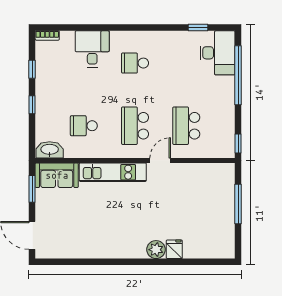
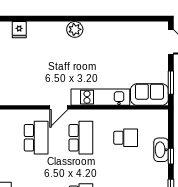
washbasin: (50, 150) -> (161, 150), moved, turned 90
fridge: (174, 249) -> (19, 30), moved
plant: (156, 250) -> (75, 29), moved

